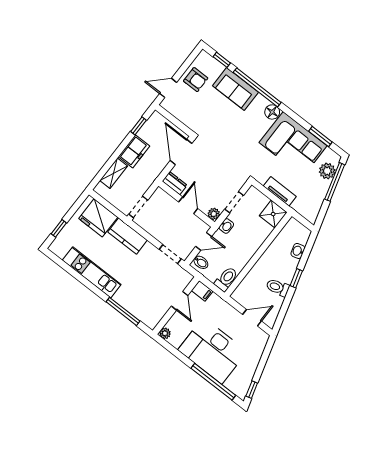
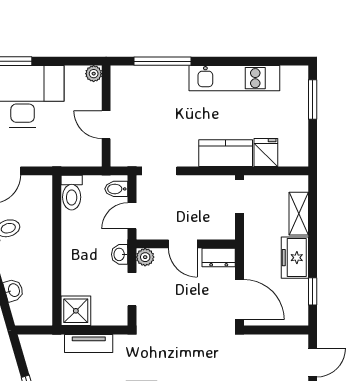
fridge: (98, 218) -> (266, 152), width x0.53, depth x0.75
window: (59, 228) -> (313, 100), width x1.50
filing cabinet: (202, 291) -> (89, 157), removed

